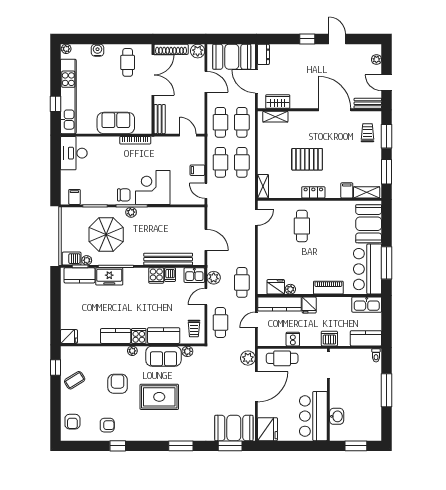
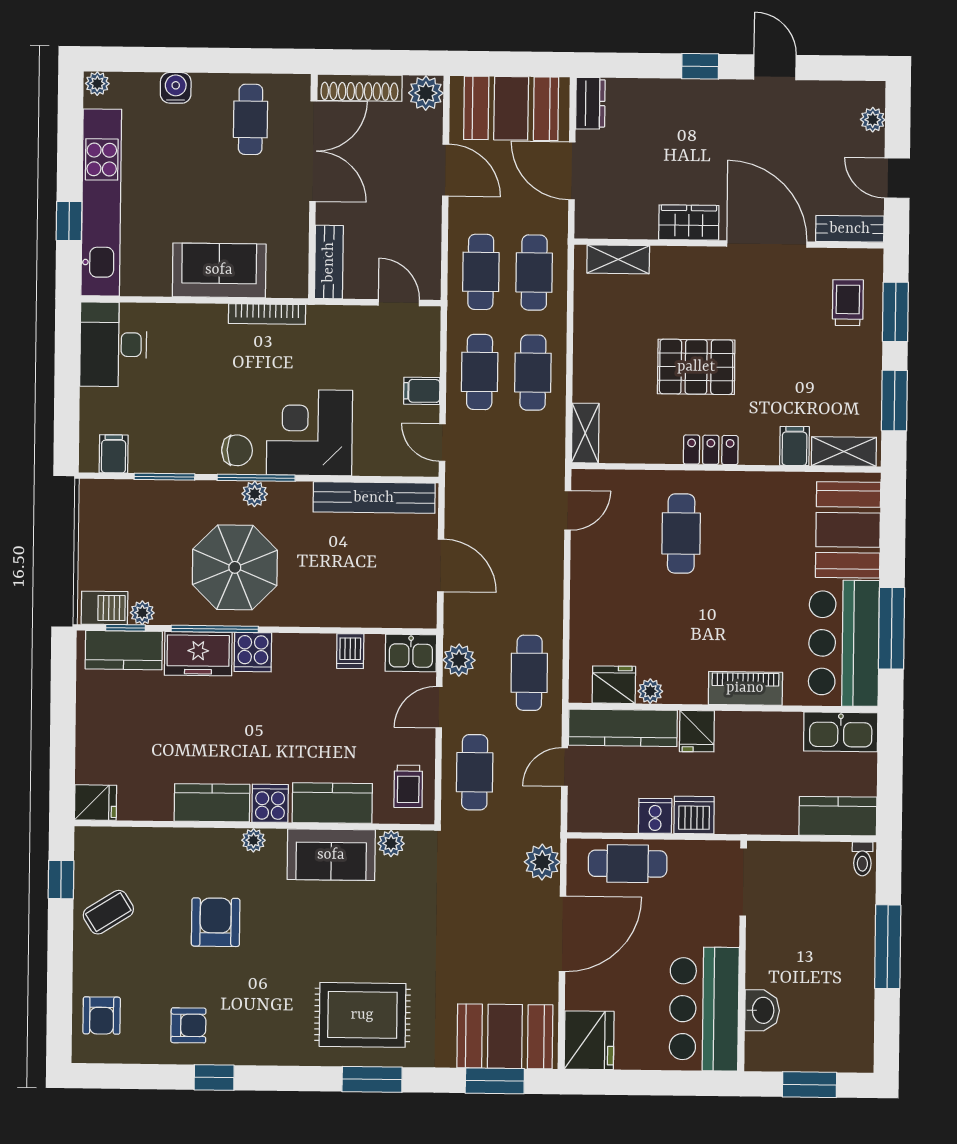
wardrobe: (278, 102) -> (689, 223), moved
parasol: (106, 234) -> (235, 567), moved
bench: (168, 259) -> (374, 498), moved
cooker: (156, 276) -> (253, 652), moved
dishwasher: (329, 339) -> (694, 815), moved
rug: (159, 397) -> (362, 1015), moved

